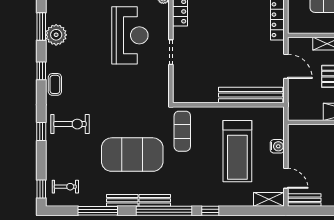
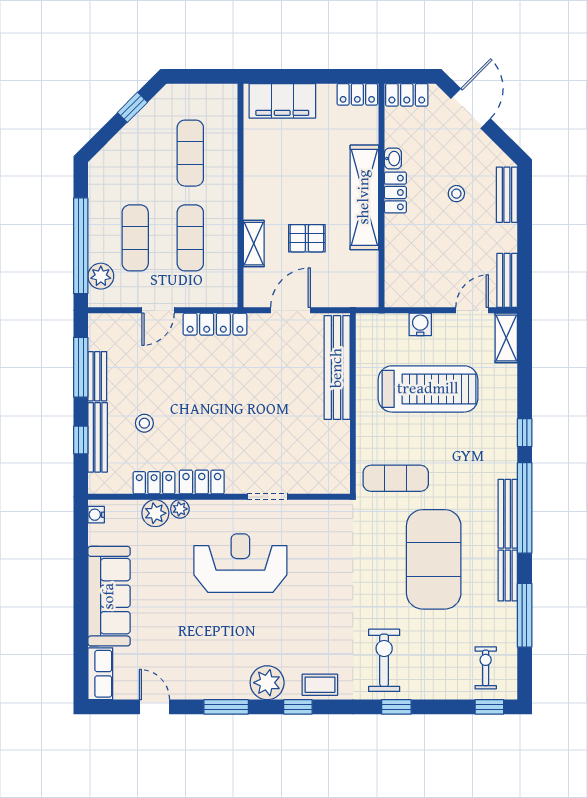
plant: (56, 35) -> (267, 683), moved
bench: (155, 200) -> (508, 514), width x1.36

